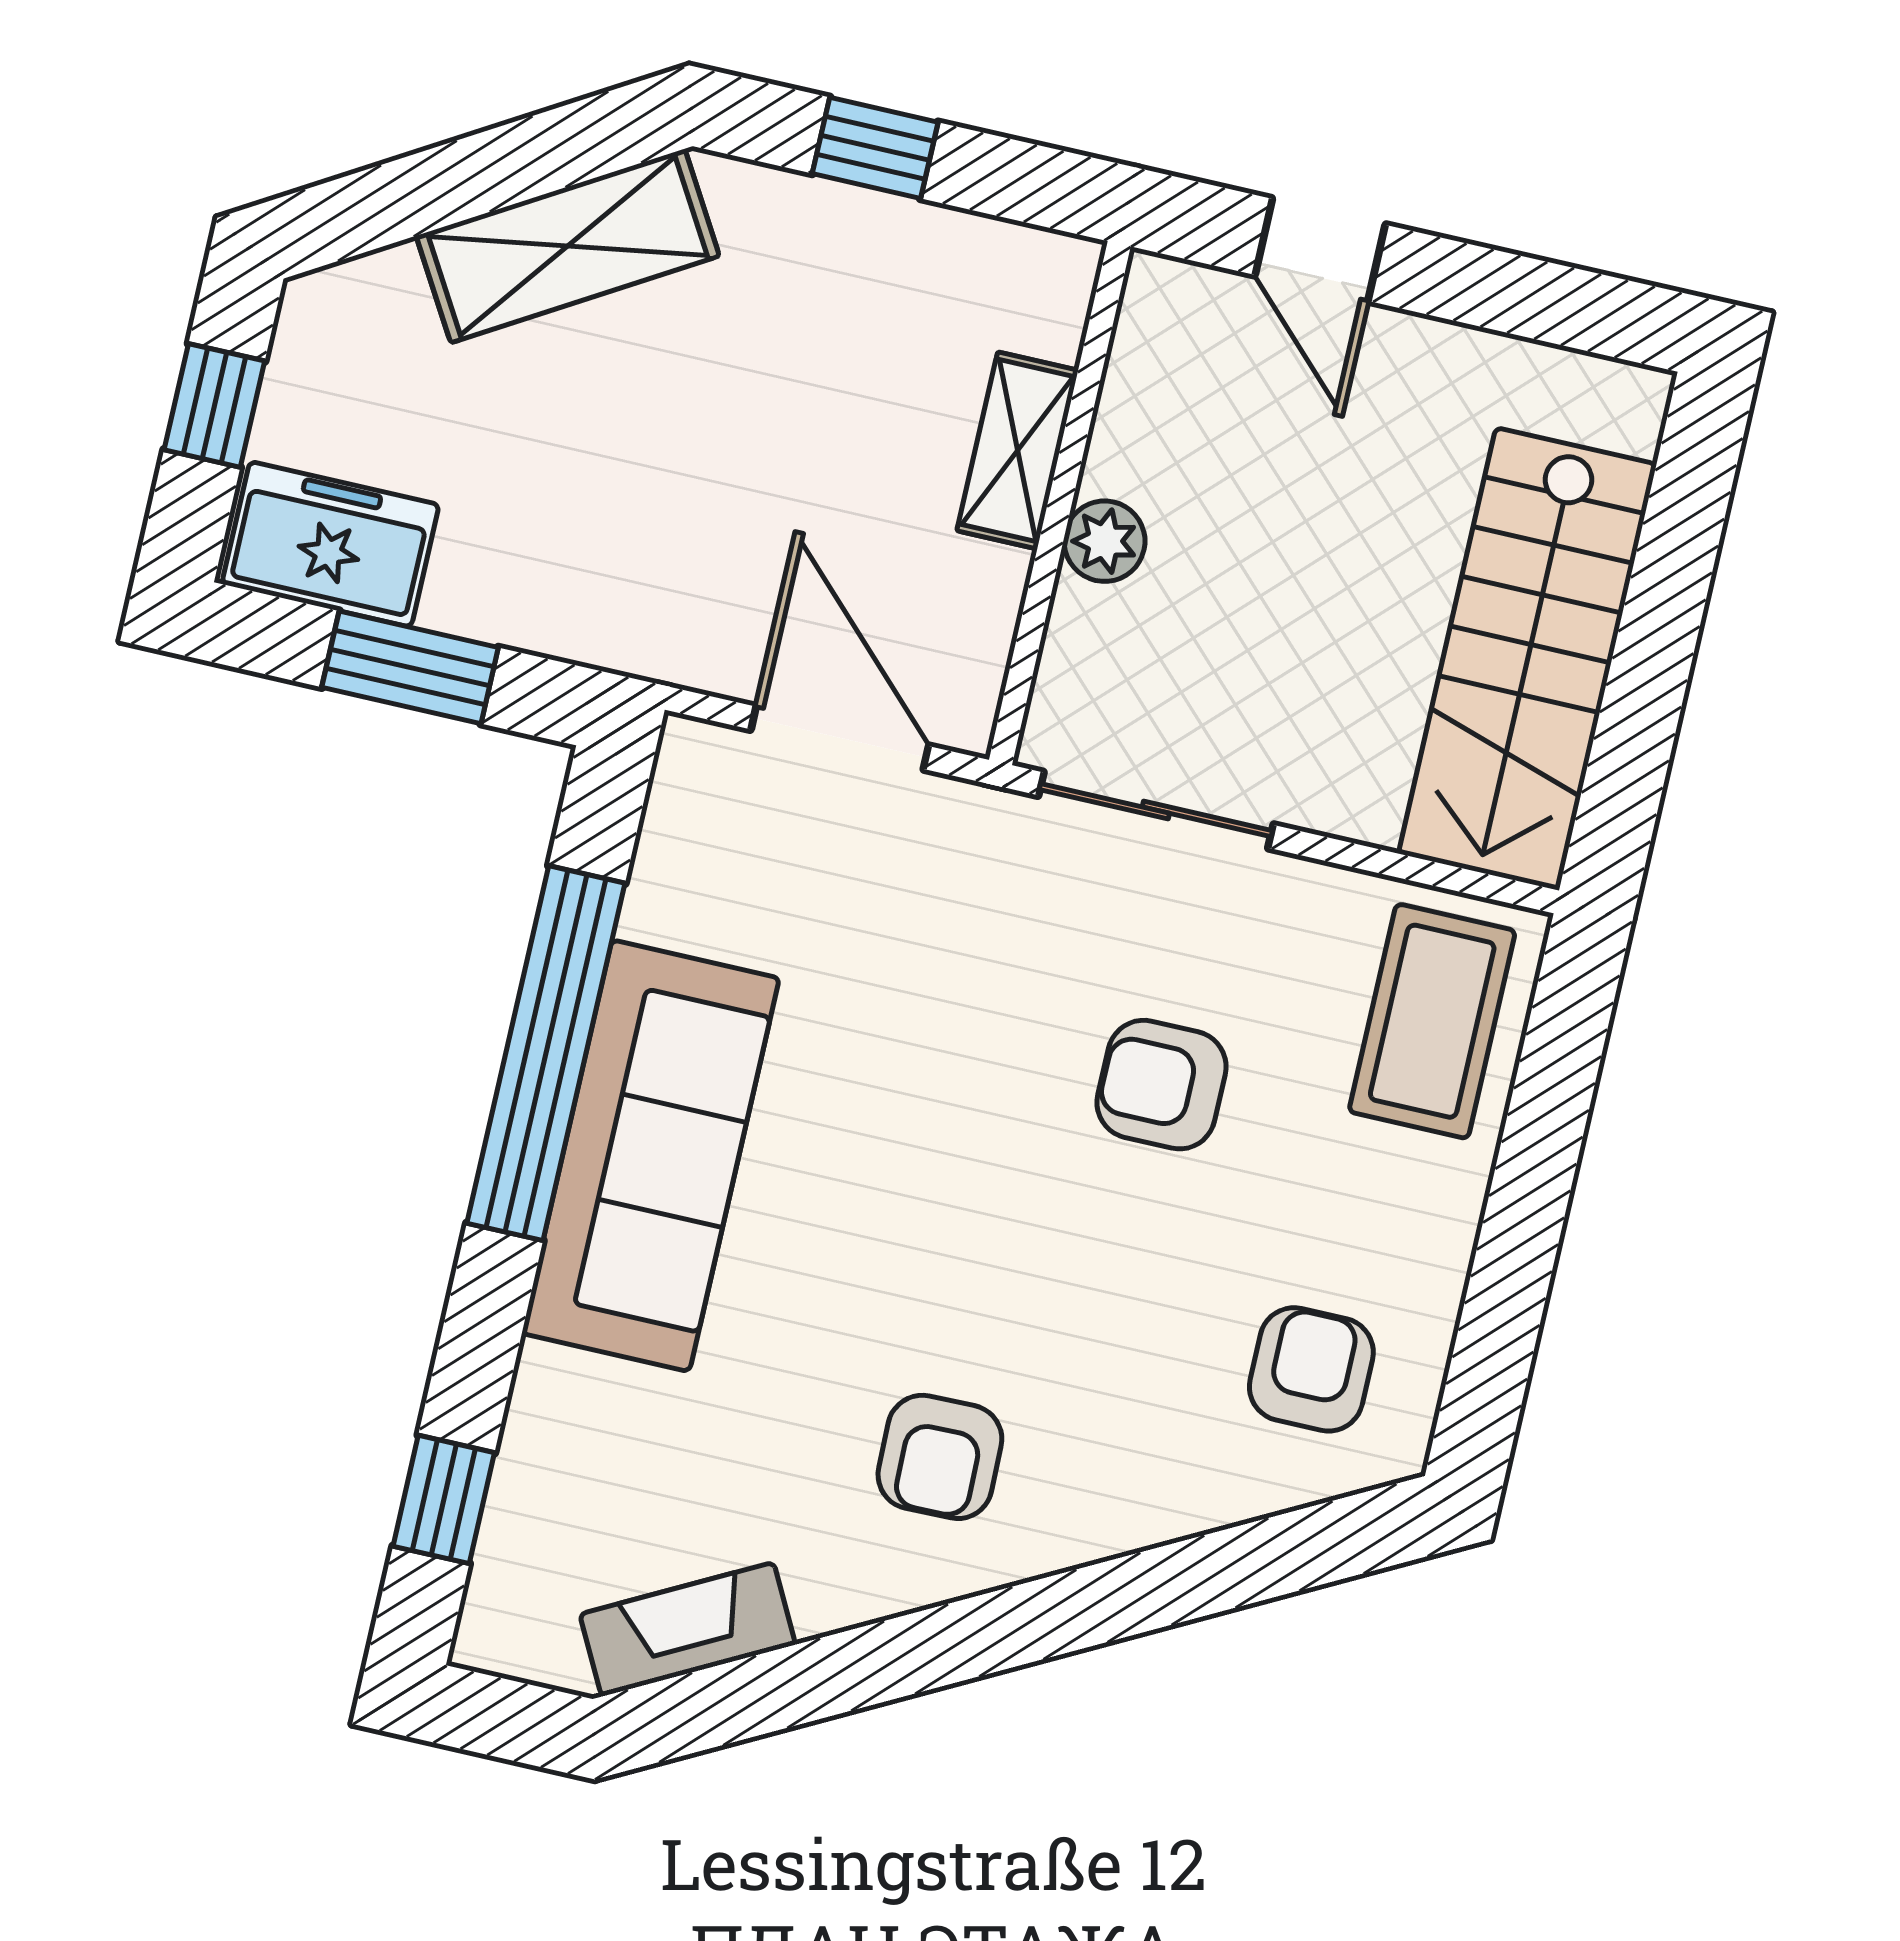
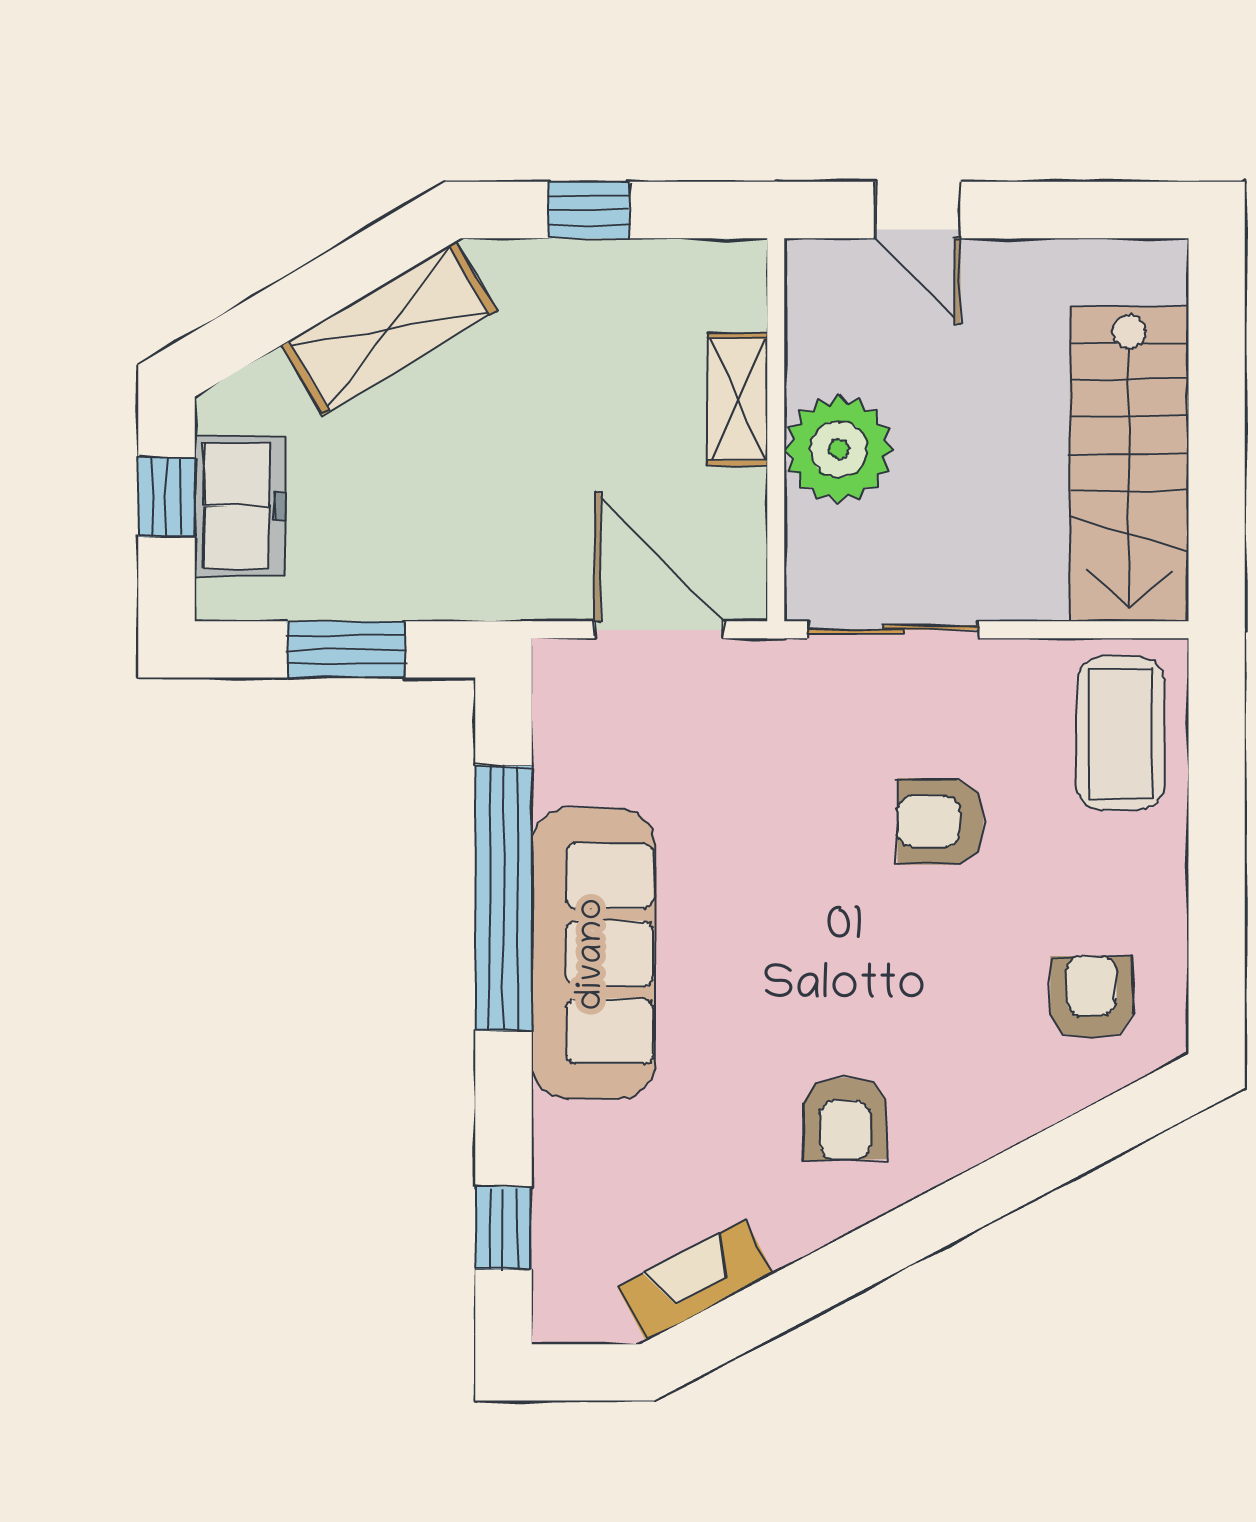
plant: (1105, 541) -> (839, 449), width x1.87, depth x1.87
freezer: (330, 544) -> (240, 506), moved, turned 90

